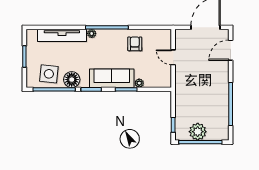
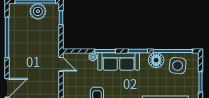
door: (173, 57) -> (61, 64), moved

